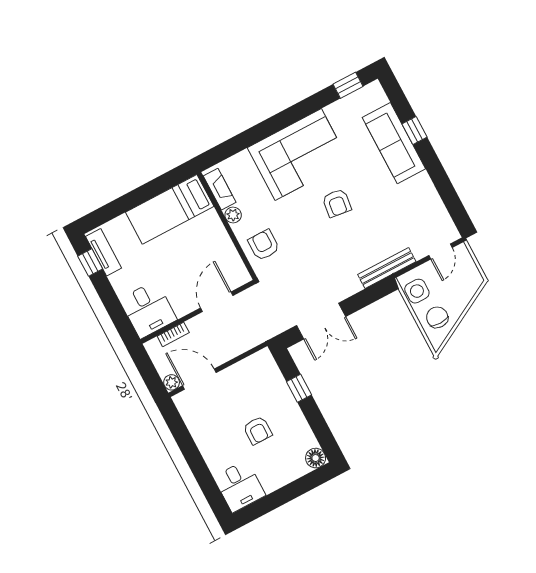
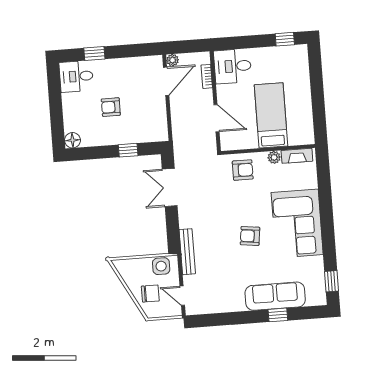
bed: (170, 209) -> (271, 115), moved
tv unit: (104, 252) -> (288, 52), removed
chair: (437, 317) -> (150, 294), moved
window: (204, 477) -> (94, 53), added

